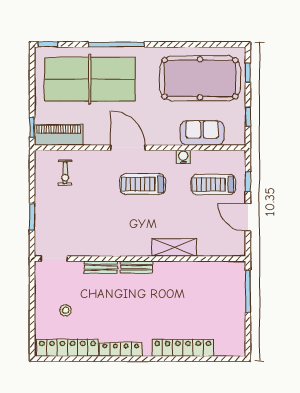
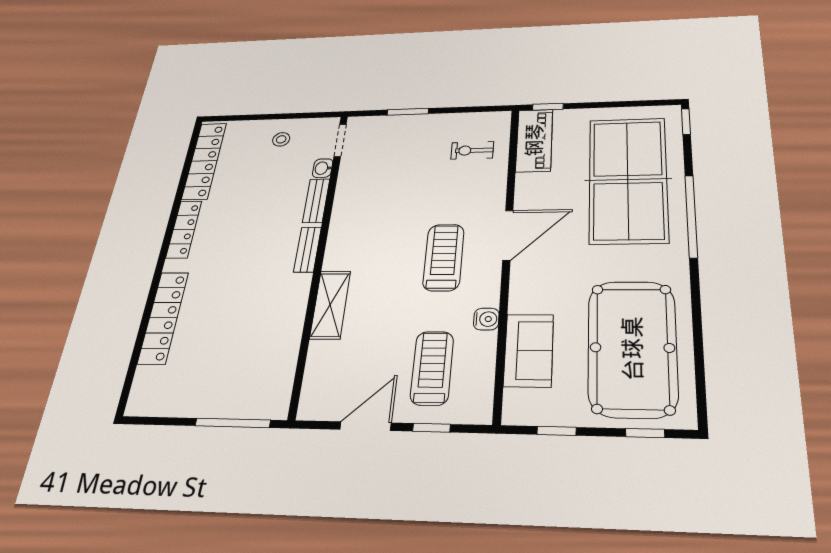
washbasin: (76, 267) -> (323, 168), added
stool: (66, 310) -> (281, 139), moved

